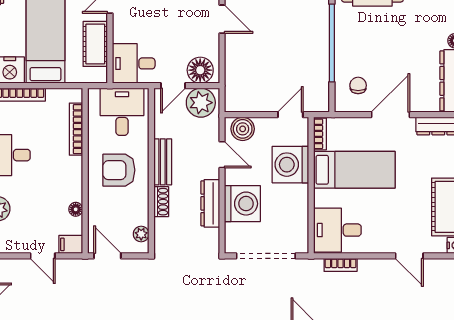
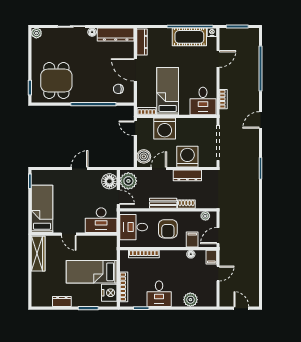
cot: (95, 44) -> (94, 243), removed
desk: (134, 63) -> (101, 220), width x1.37
filing cabinet: (101, 212) -> (192, 240), added

